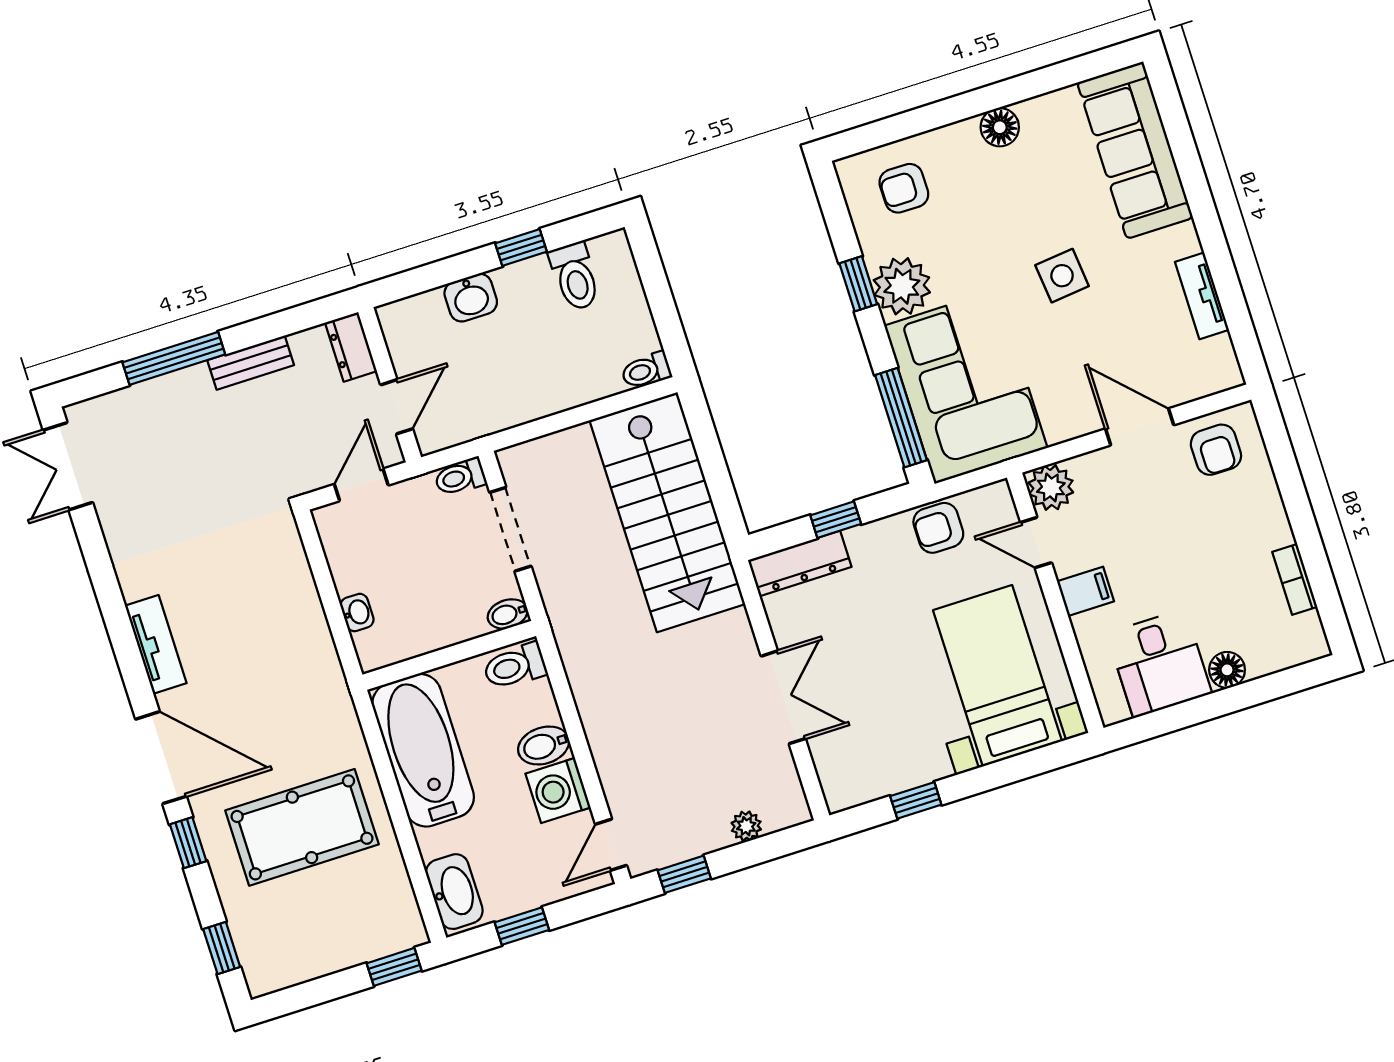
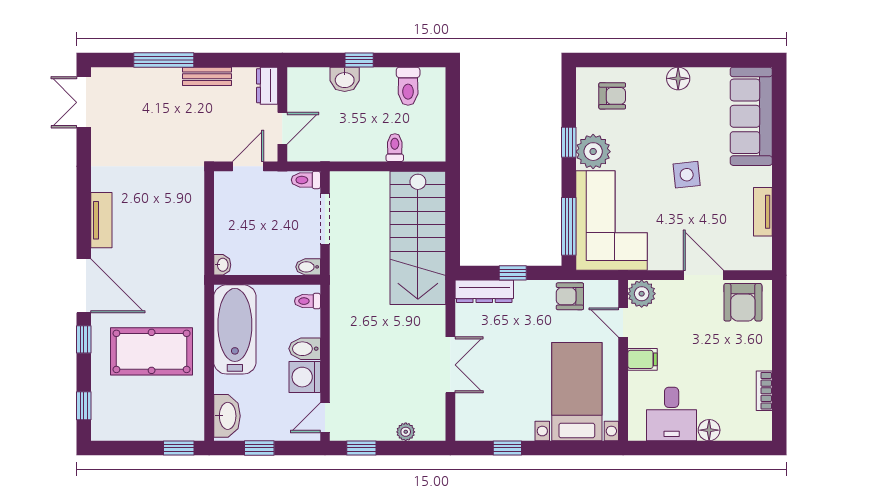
armchair: (904, 188) -> (612, 96), turned 180
window: (521, 248) -> (359, 60), moved
toilet: (646, 371) -> (395, 148), moved, turned 90
armchair: (1216, 450) -> (743, 302), width x1.38, depth x1.38
washbasin: (357, 613) -> (222, 265), moved
toilet: (515, 666) -> (307, 301), width x0.73, depth x0.72

